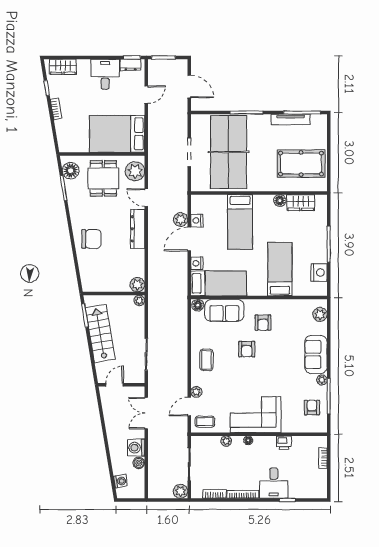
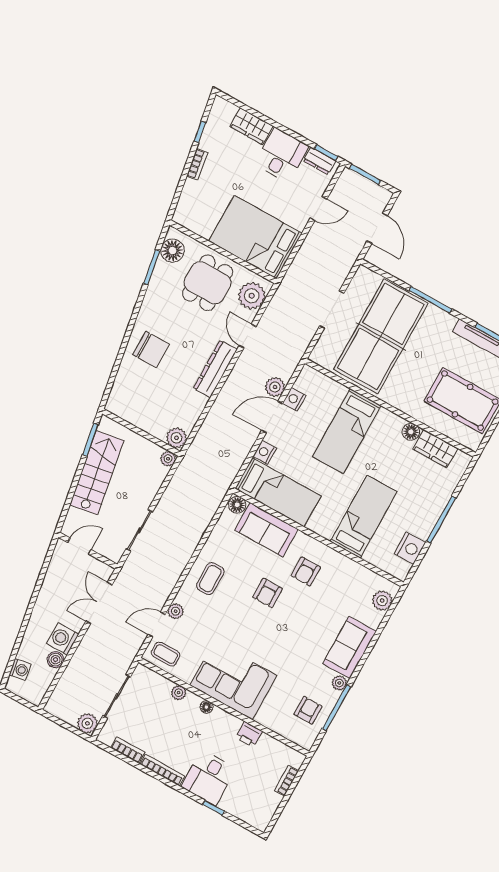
wardrobe: (63, 67) -> (251, 126), moved

